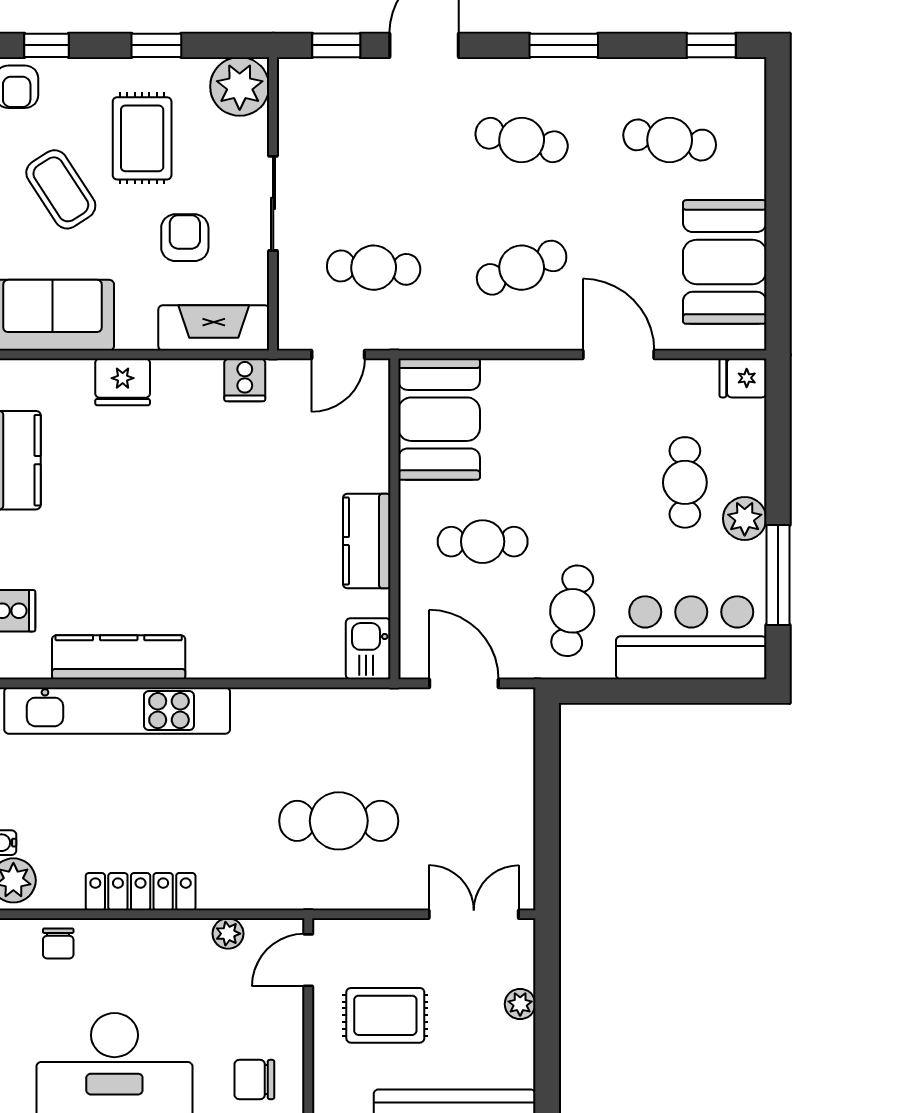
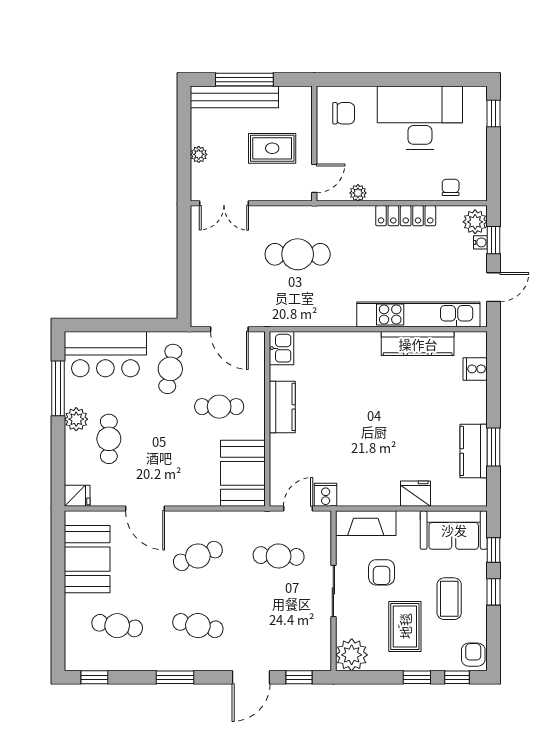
window: (156, 45) -> (417, 677), moved
coffee table: (61, 189) -> (449, 599), turned 33
cooker: (245, 380) -> (326, 495), moved

